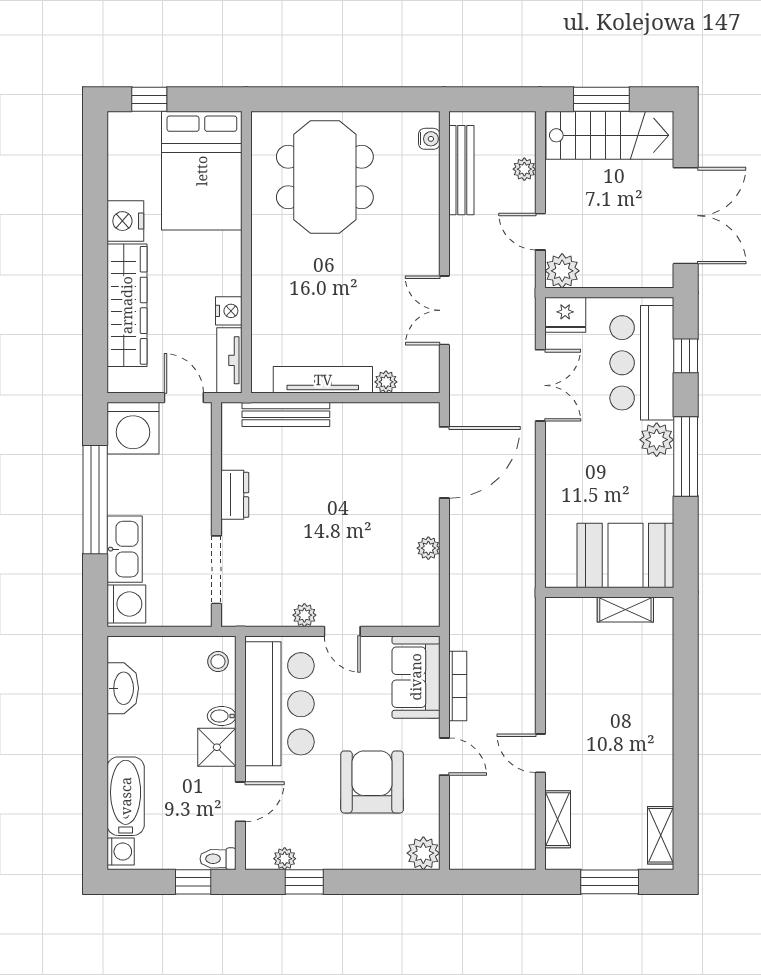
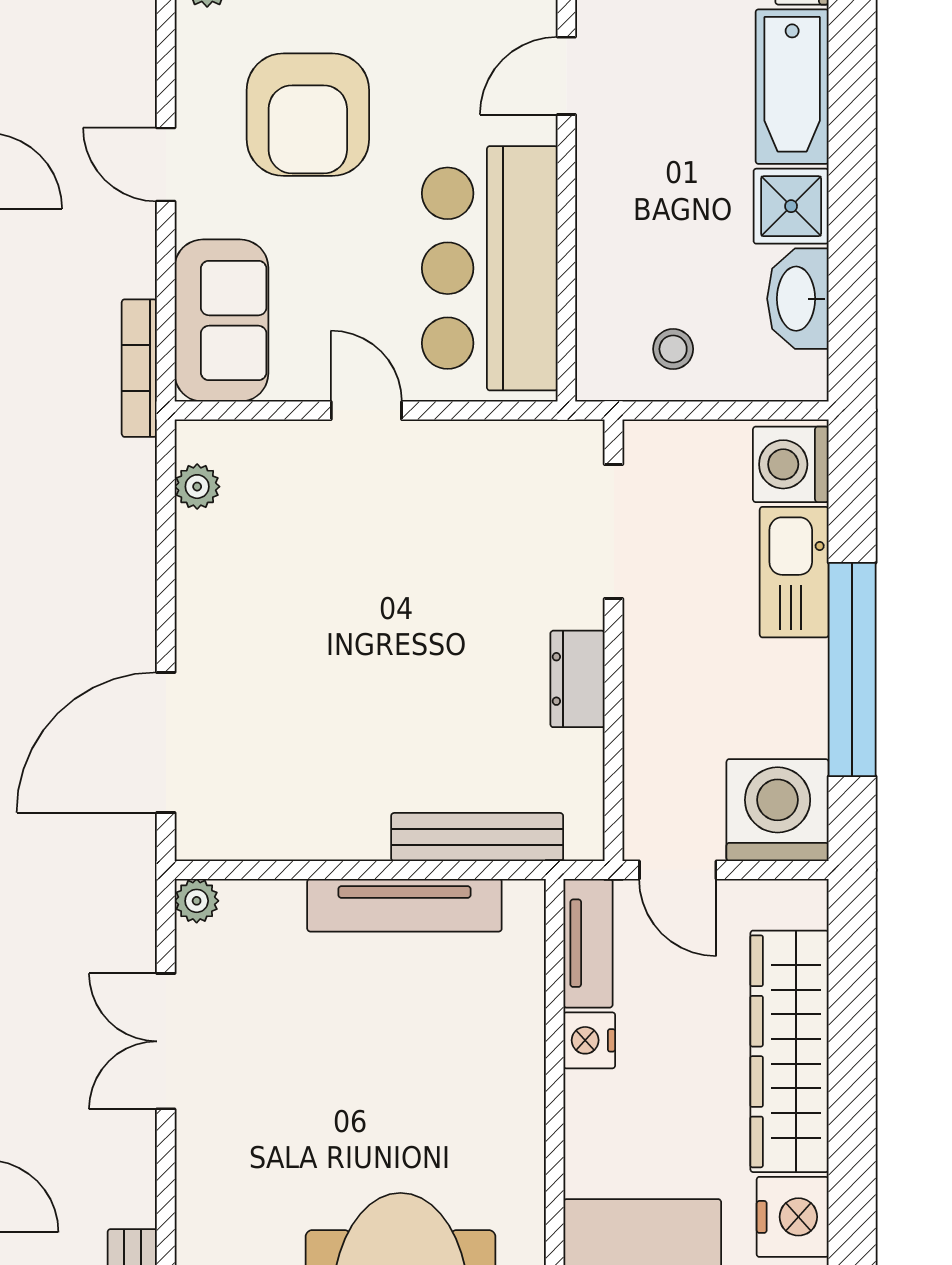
double door: (444, 310) -> (166, 1041), swing flipped
plant: (386, 382) -> (197, 901), moved
plant: (428, 548) -> (197, 487), moved
plant: (304, 615) -> (441, 442), removed
stool: (218, 662) -> (673, 349), moved
bookcase: (458, 686) -> (139, 368), moved
bidet: (222, 716) -> (603, 244), removed
shower: (217, 747) -> (791, 206), moved

